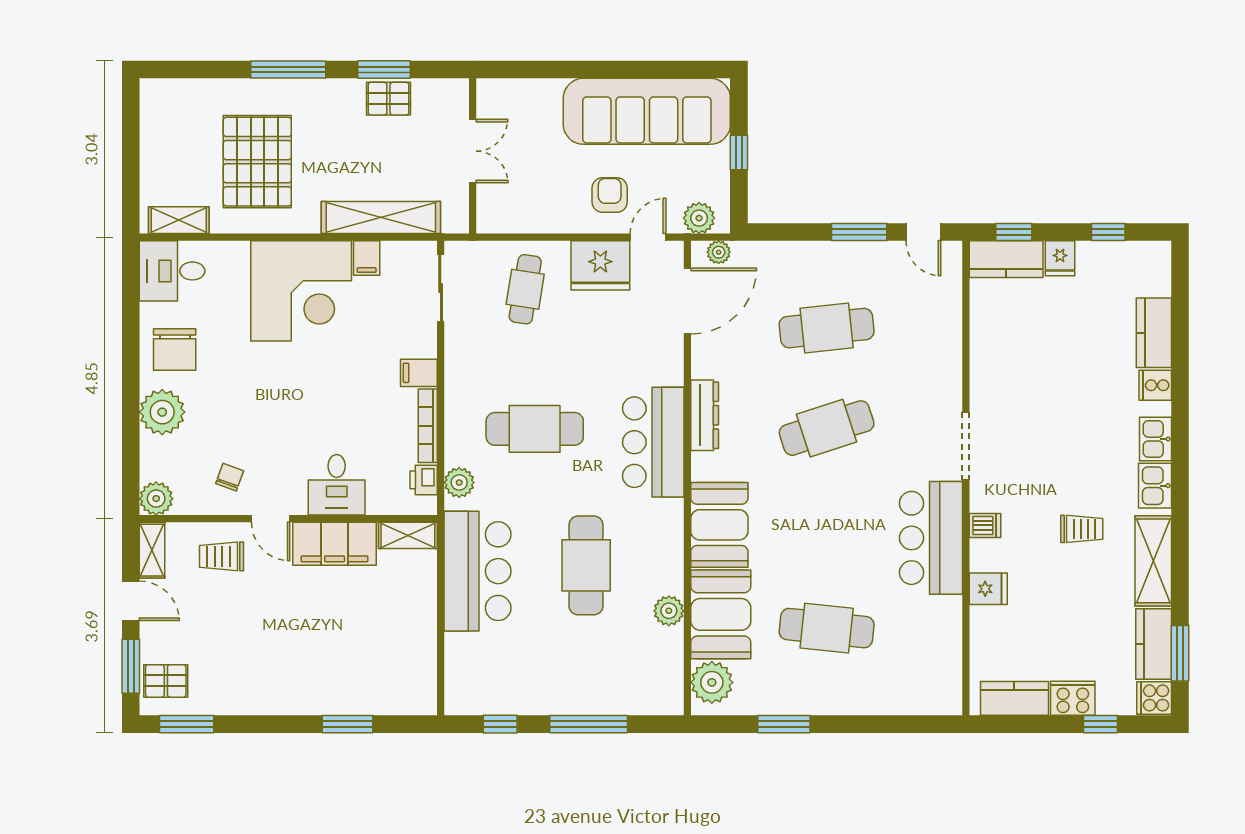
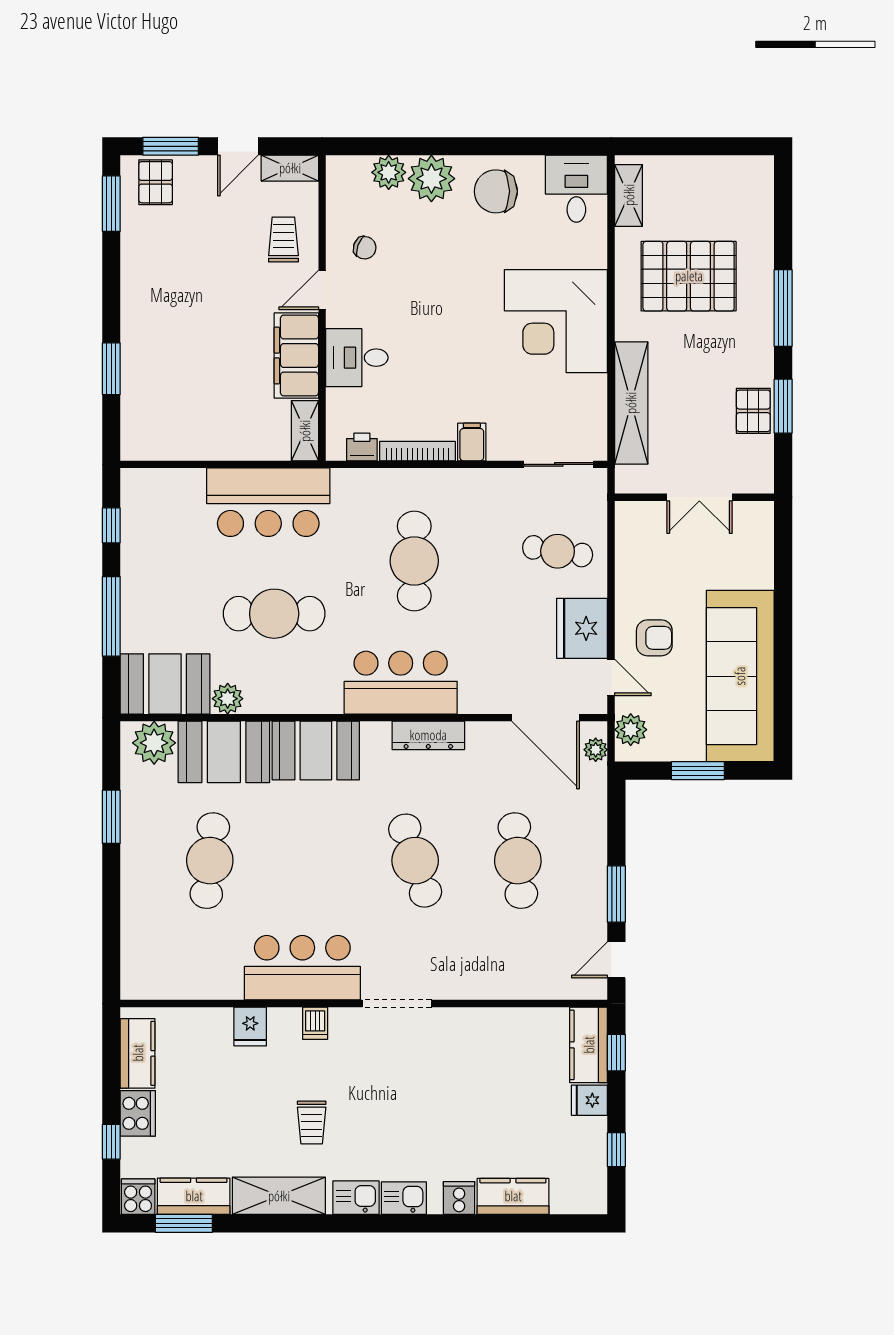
window: (739, 153) -> (698, 771), width x1.50
filing cabinet: (367, 258) -> (590, 388), removed
plant: (459, 482) -> (359, 483), removed
plant: (156, 499) -> (389, 172), moved
booth: (655, 672) -> (165, 684), added

